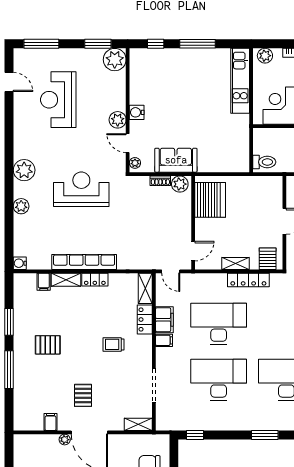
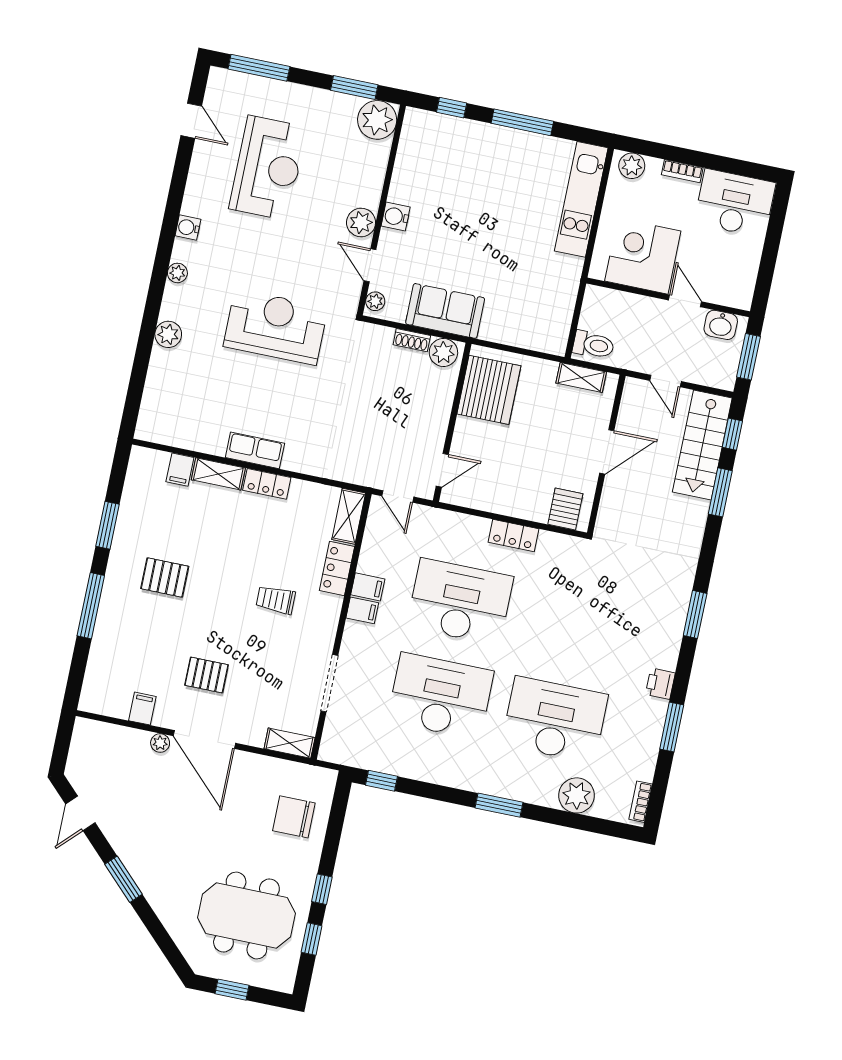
reception desk: (58, 100) -> (268, 168), turned 180
plant: (24, 170) -> (177, 273), width x0.53, depth x0.53
row of seats: (84, 262) -> (255, 450), width x0.50
water cooler: (20, 263) -> (188, 228), moved
shelving: (236, 263) -> (581, 377), moved
locker: (248, 280) -> (513, 536), width x0.66
filing cabinet: (164, 320) -> (368, 587), width x0.50
pallet: (83, 395) -> (207, 675), turned 90

